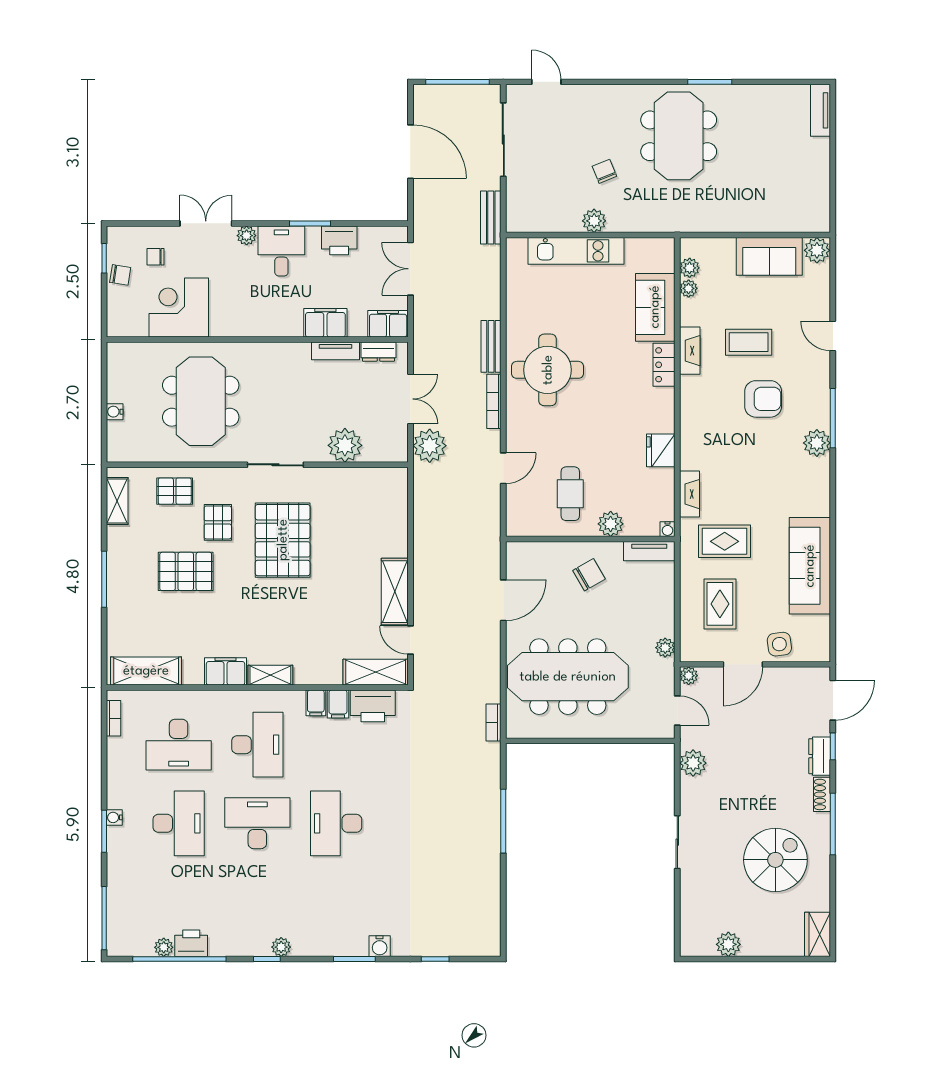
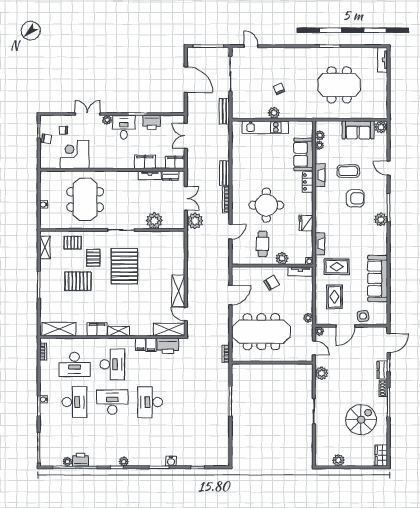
meeting table: (679, 136) -> (339, 85), moved, turned 90
round table: (548, 370) -> (266, 205), moved

